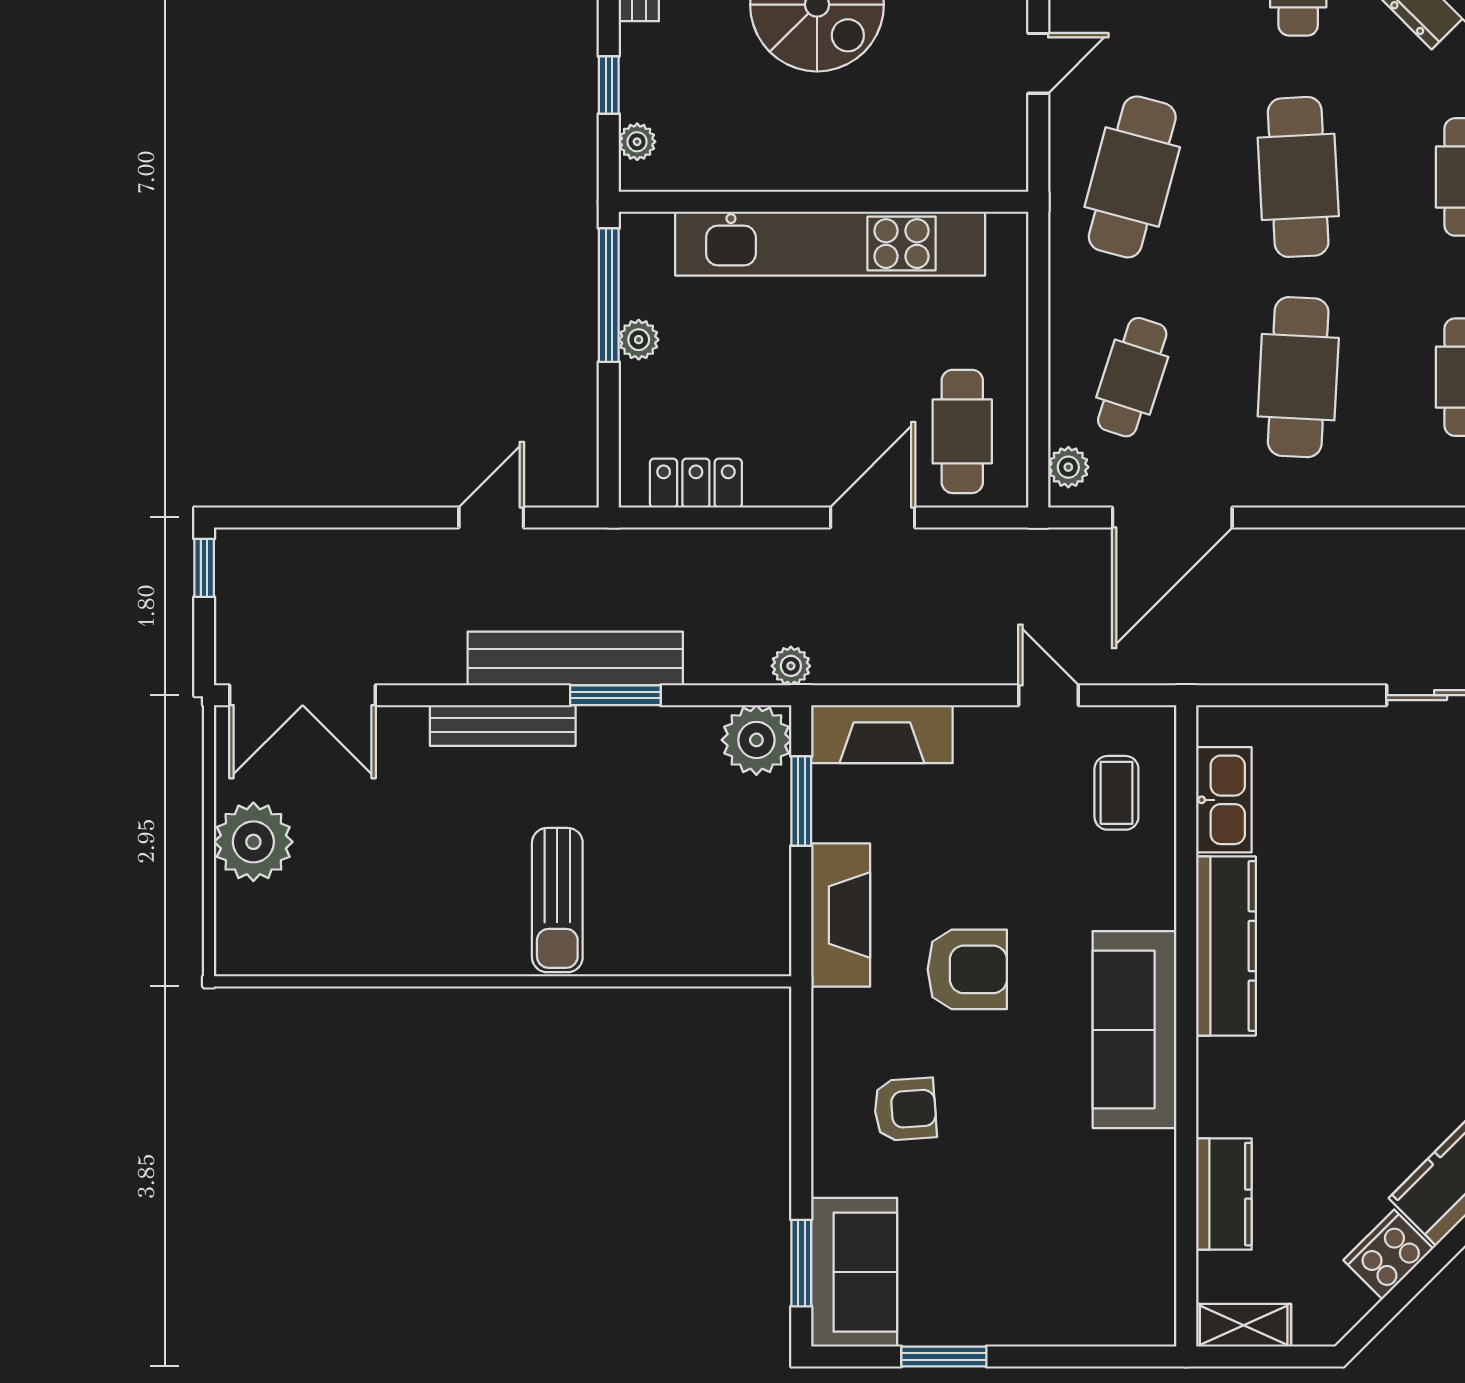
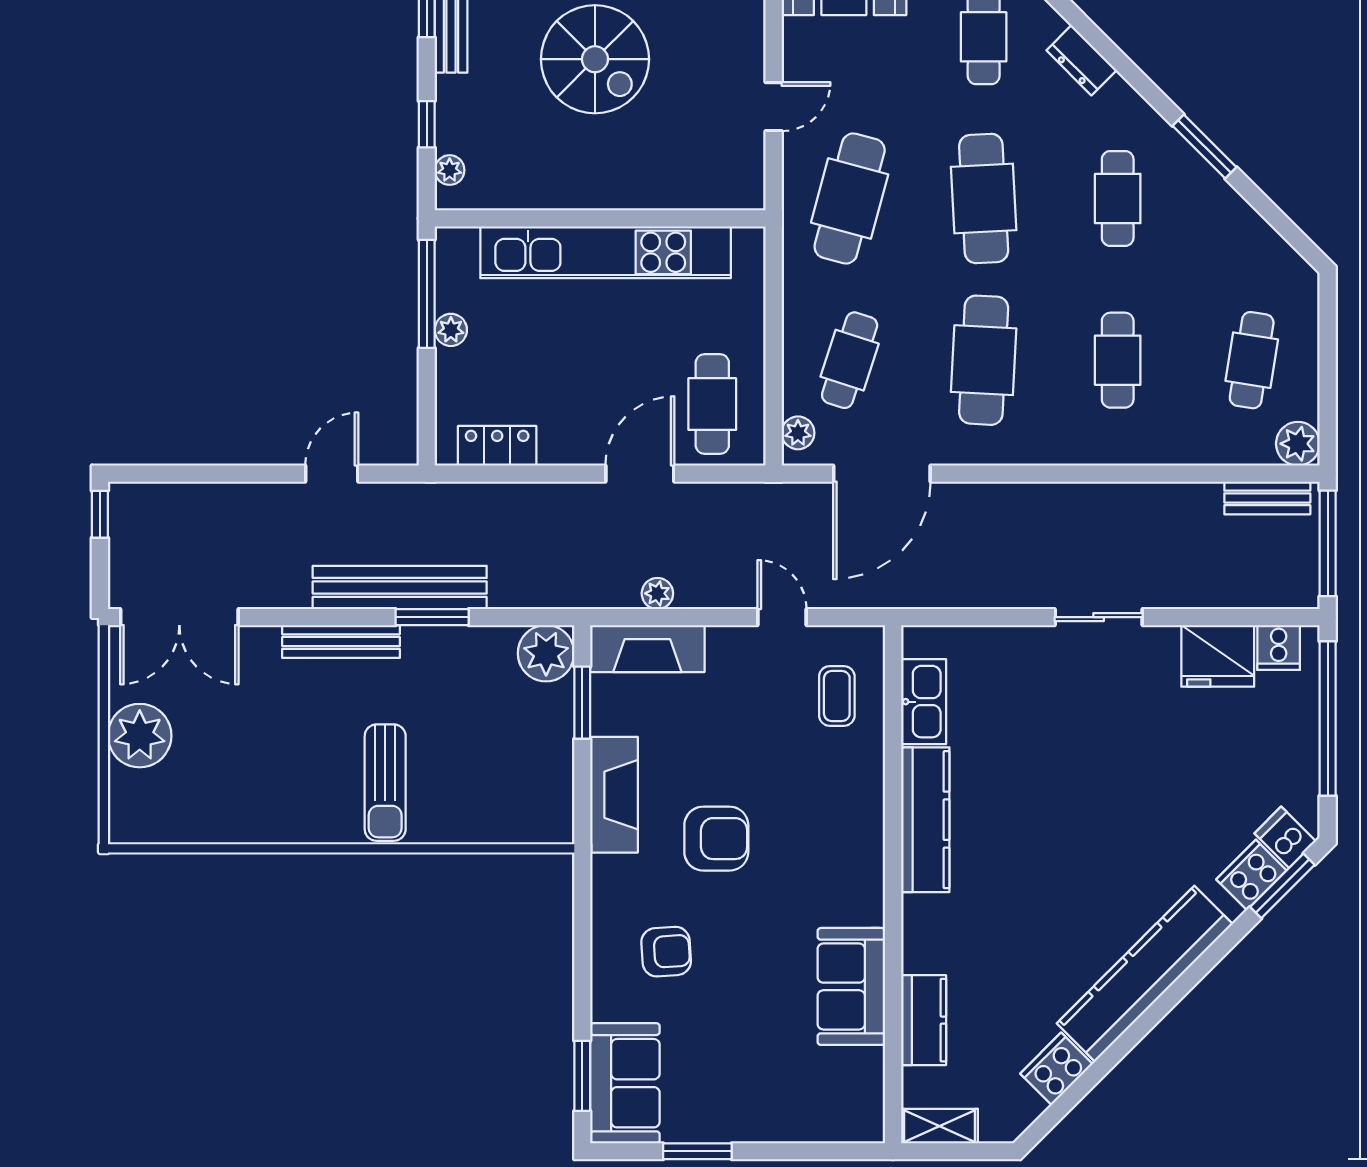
plant: (791, 666) -> (657, 593), moved
sofa: (1134, 1030) -> (851, 986), moved, width x0.73

